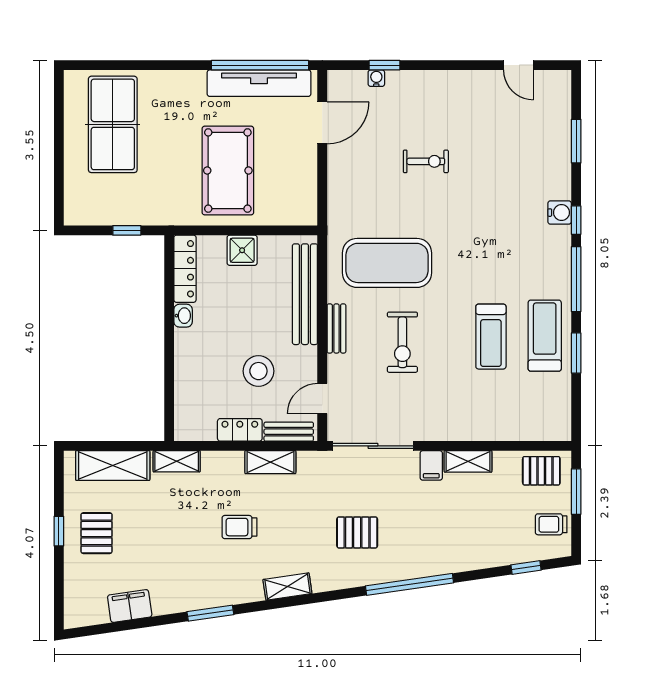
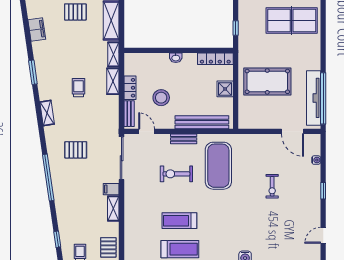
window: (384, 65) -> (323, 191), moved
washbasin: (183, 316) -> (176, 58), moved
shelving: (270, 462) -> (113, 81), moved
pallet: (357, 532) -> (76, 150), turned 90

